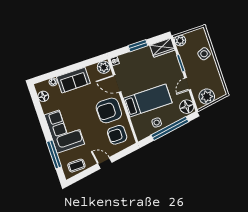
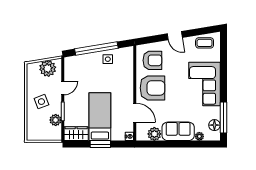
plant: (180, 41) -> (56, 120), moved
side table: (204, 54) -> (41, 102), moved
plant: (104, 67) -> (154, 134), moved
bed: (148, 101) -> (100, 117), moved, turned 90
floor lamp: (187, 107) -> (72, 65), removed
window: (54, 154) -> (224, 117), moved

